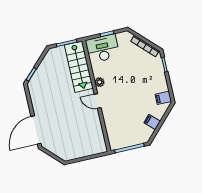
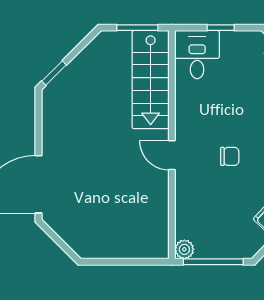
desk: (103, 48) -> (197, 55), width x0.73
plant: (100, 82) -> (184, 249), moved
chair: (126, 95) -> (230, 156), added

